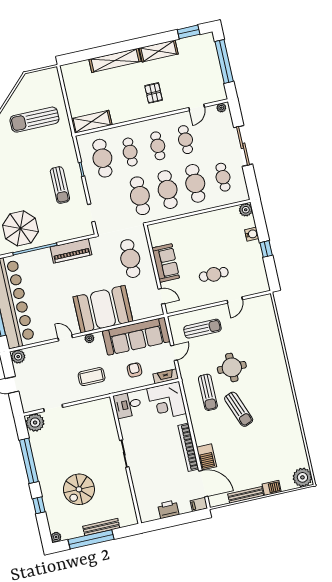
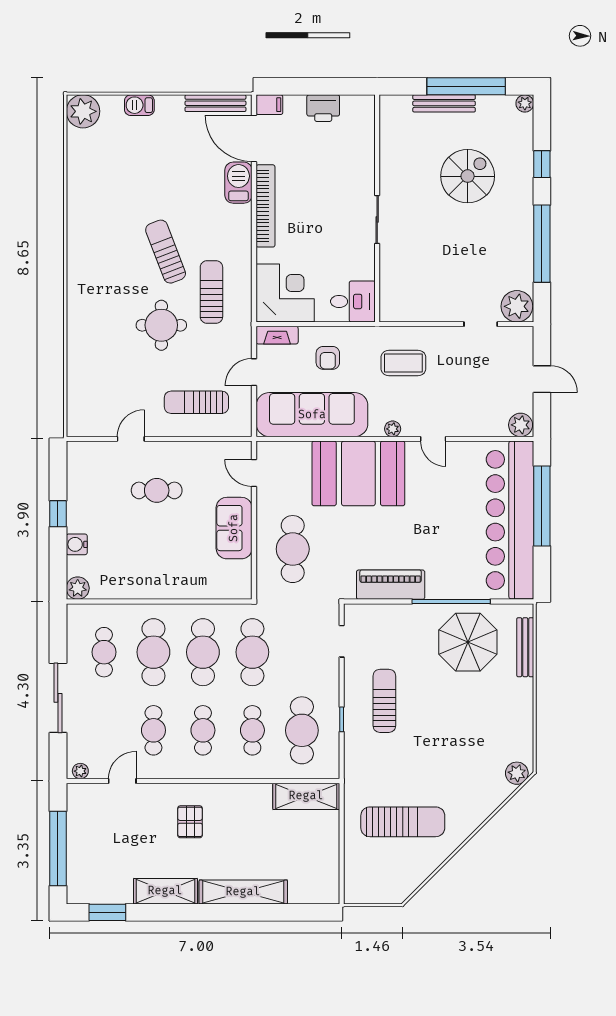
bench: (246, 495) -> (215, 103), moved

